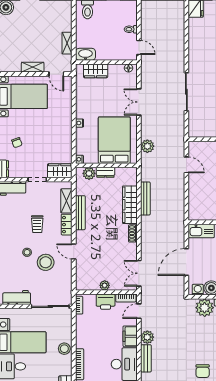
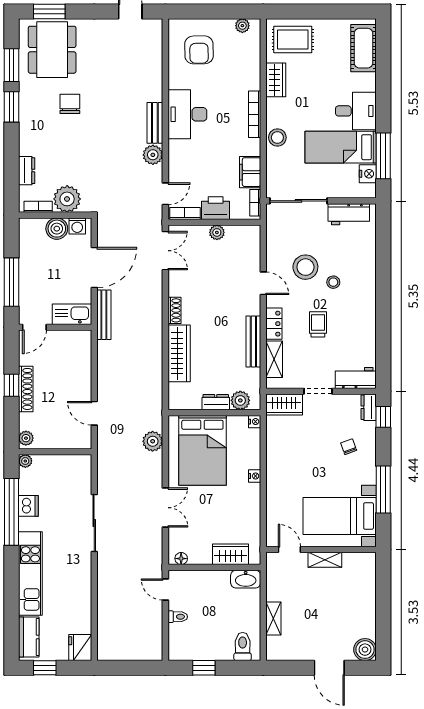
shelving: (67, 43) -> (273, 619), moved
bench: (145, 198) -> (104, 315), moved
filing cabinet: (130, 336) -> (250, 172), moved, turned 180

